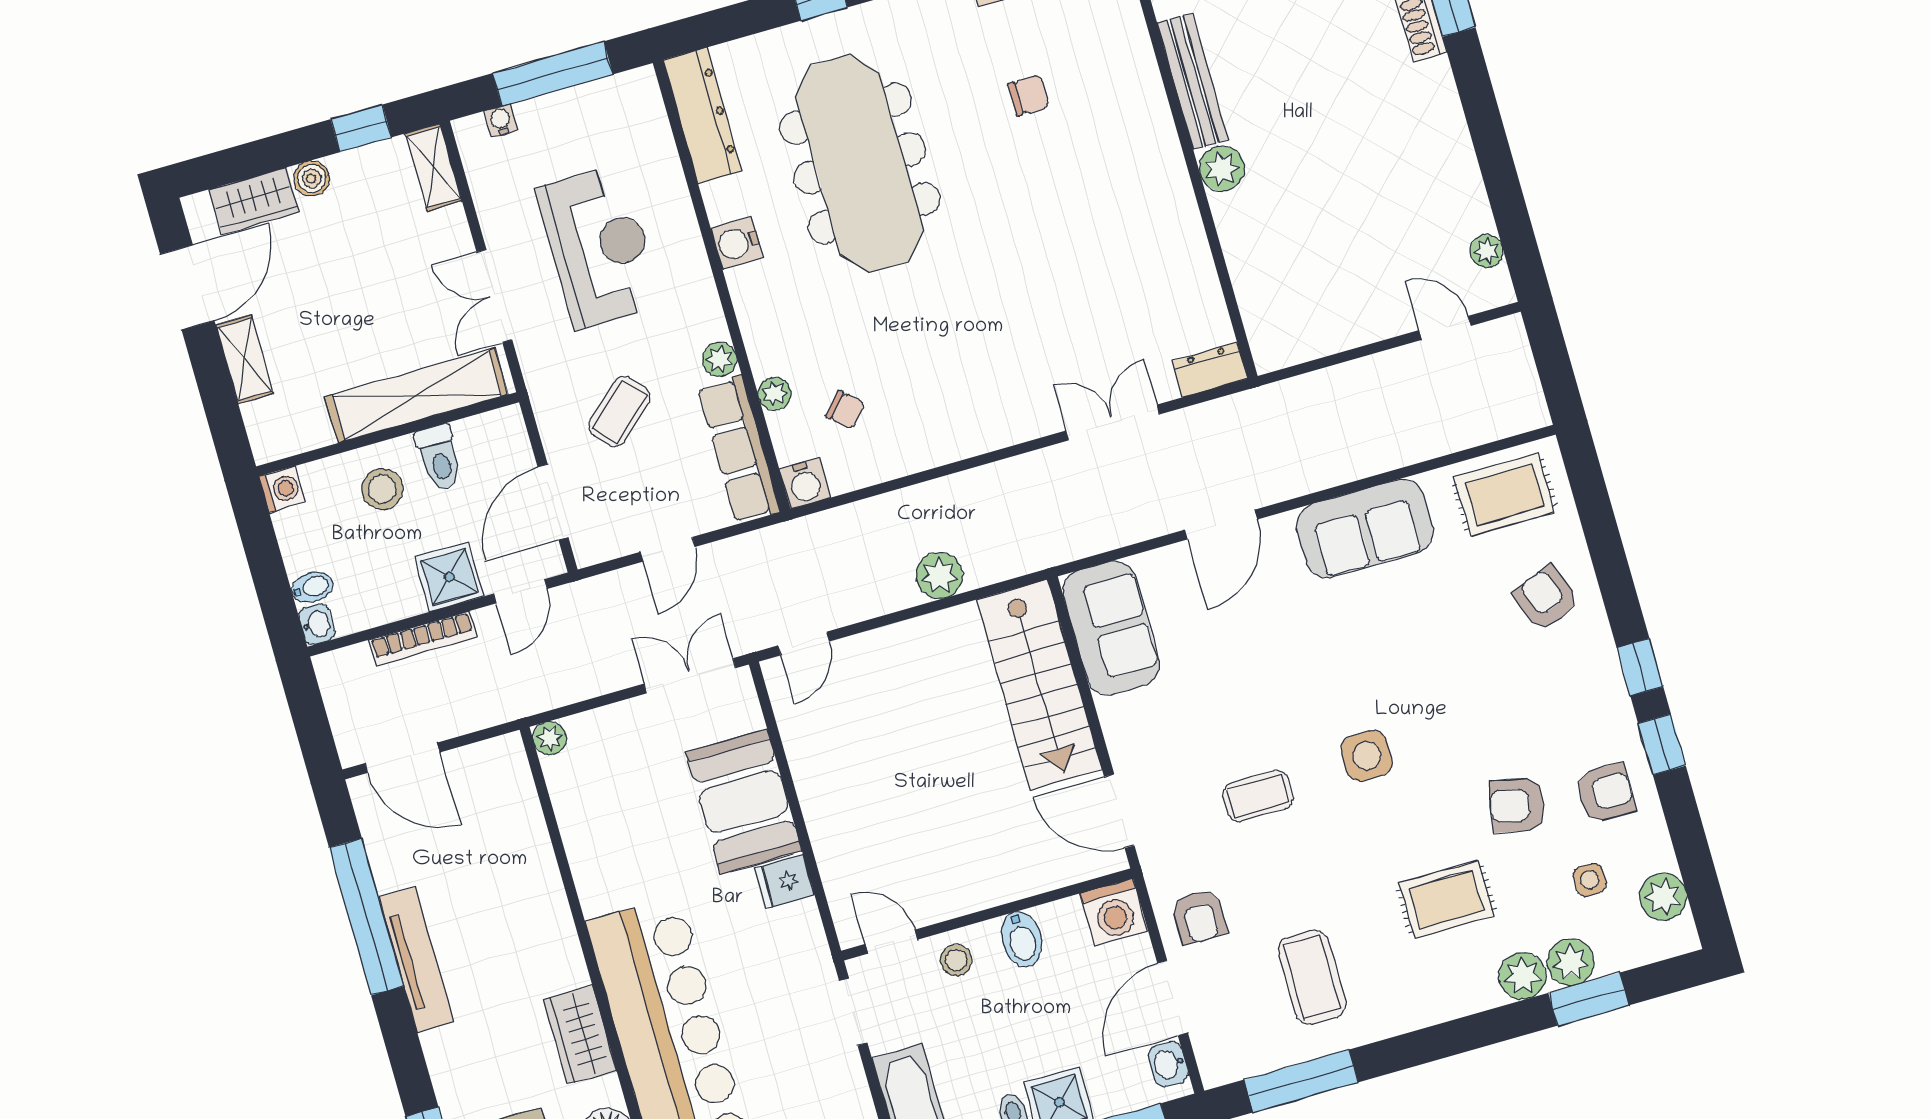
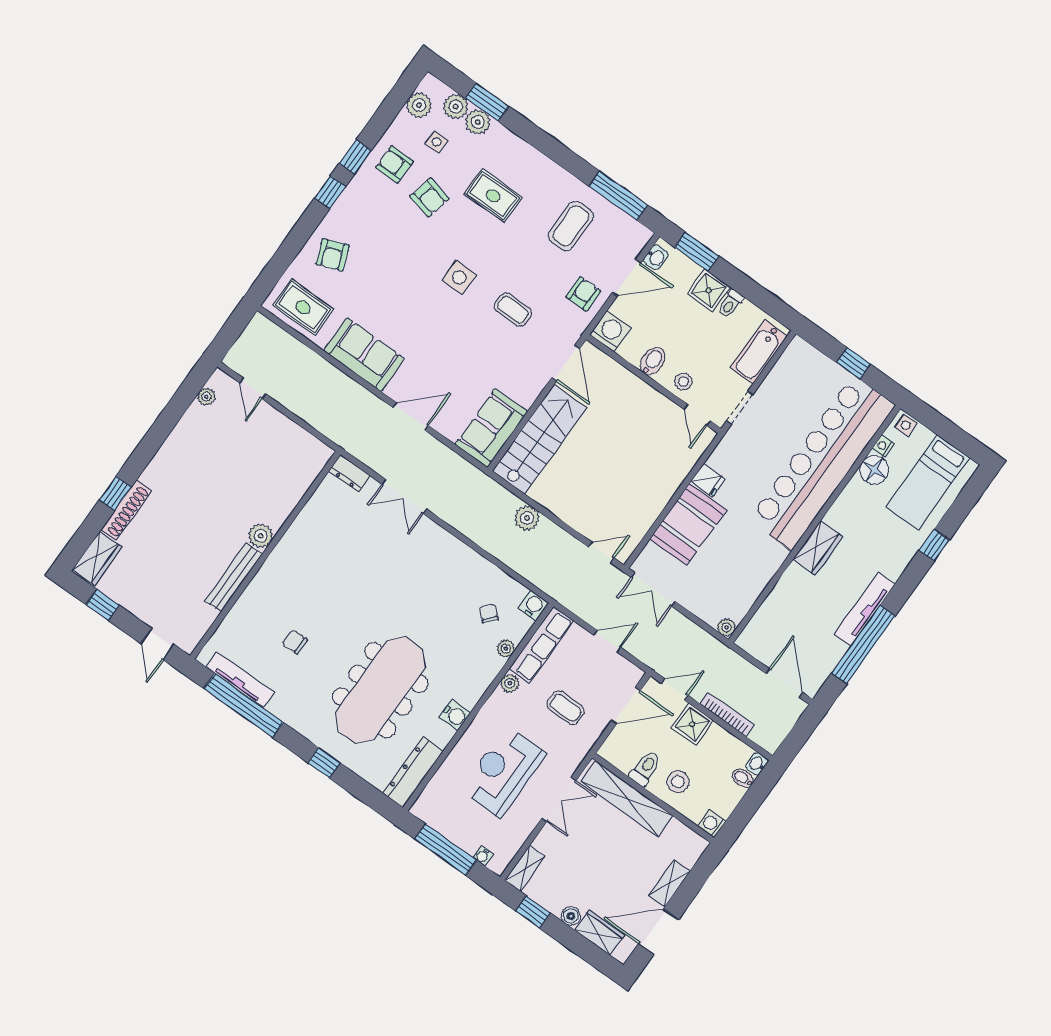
coffee table: (620, 412) -> (565, 708), turned 42
plant: (1523, 976) -> (456, 107), moved
wardrobe: (580, 1035) -> (818, 548), moved

